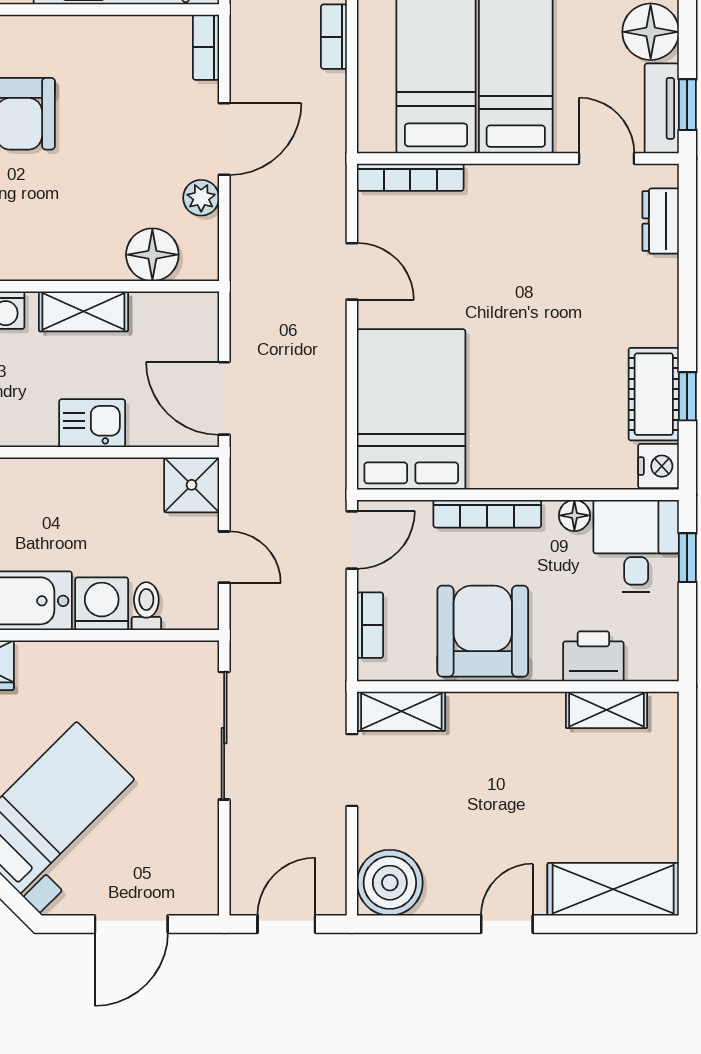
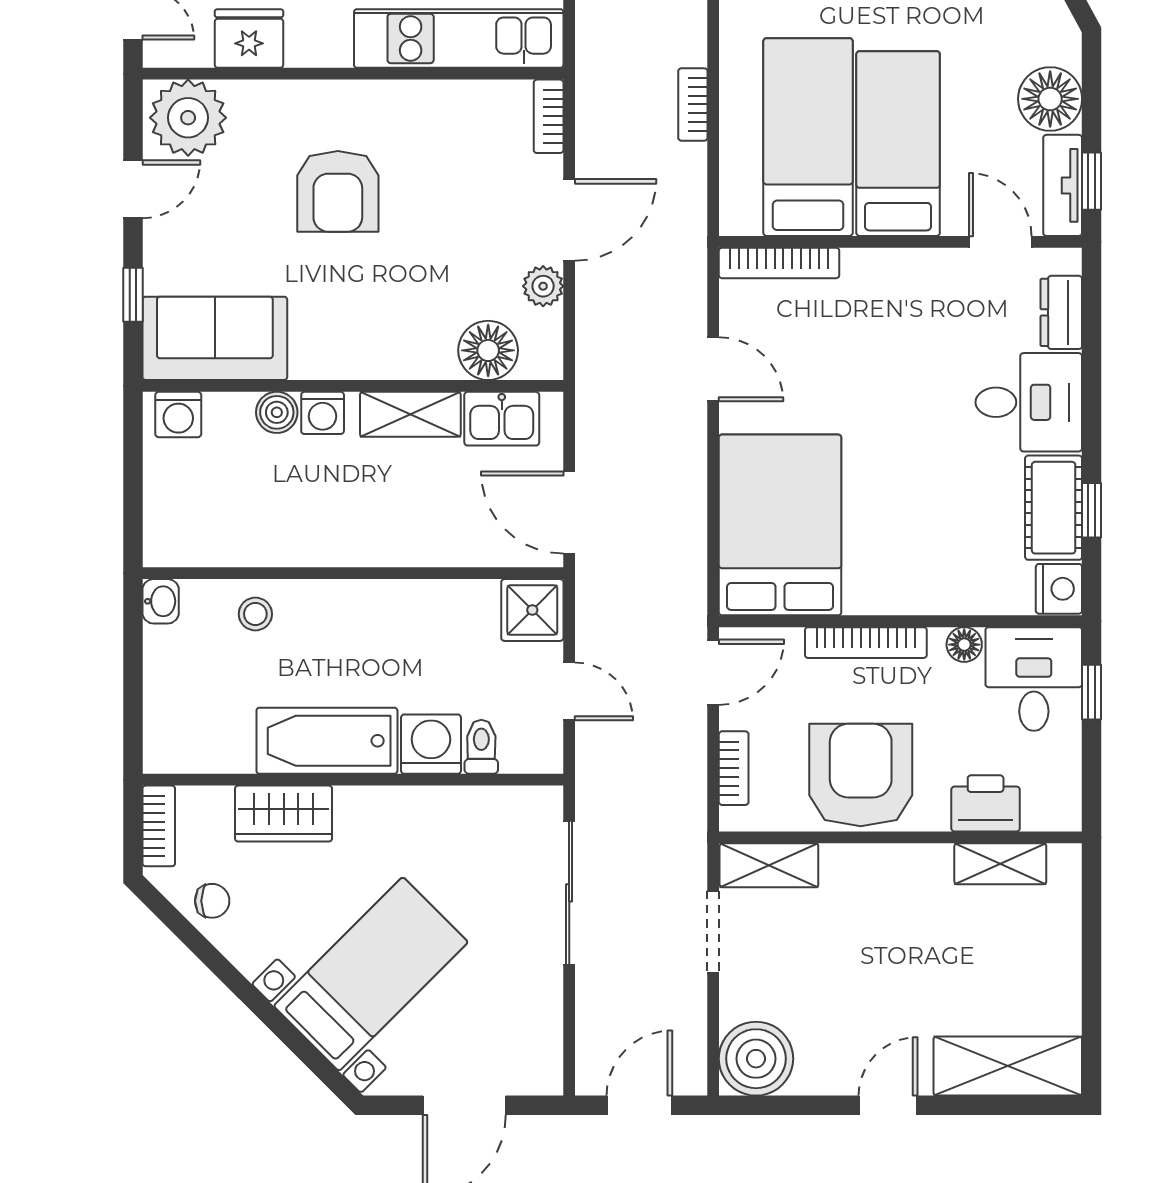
desk: (632, 301) -> (1029, 402), added
kitchen sink: (92, 423) -> (502, 419), moved, turned 180

